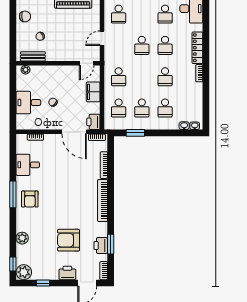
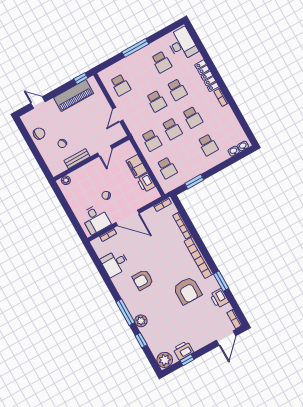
bench: (33, 56) -> (77, 159), moved
door: (87, 63) -> (105, 151), moved
desk: (28, 103) -> (96, 219), moved, turned -90
school desk: (142, 108) -> (172, 129), moved
printer: (93, 122) -> (146, 183), moved
door: (74, 132) -> (127, 218), moved
window: (13, 194) -> (125, 312), moved
armchair: (30, 199) -> (143, 280), moved, turned 90
plant: (22, 238) -> (141, 321), moved
armchair: (69, 240) -> (187, 291), moved, turned -90
window: (111, 244) -> (221, 281), moved
window: (13, 264) -> (141, 340), moved
printer: (67, 273) -> (183, 350), moved

